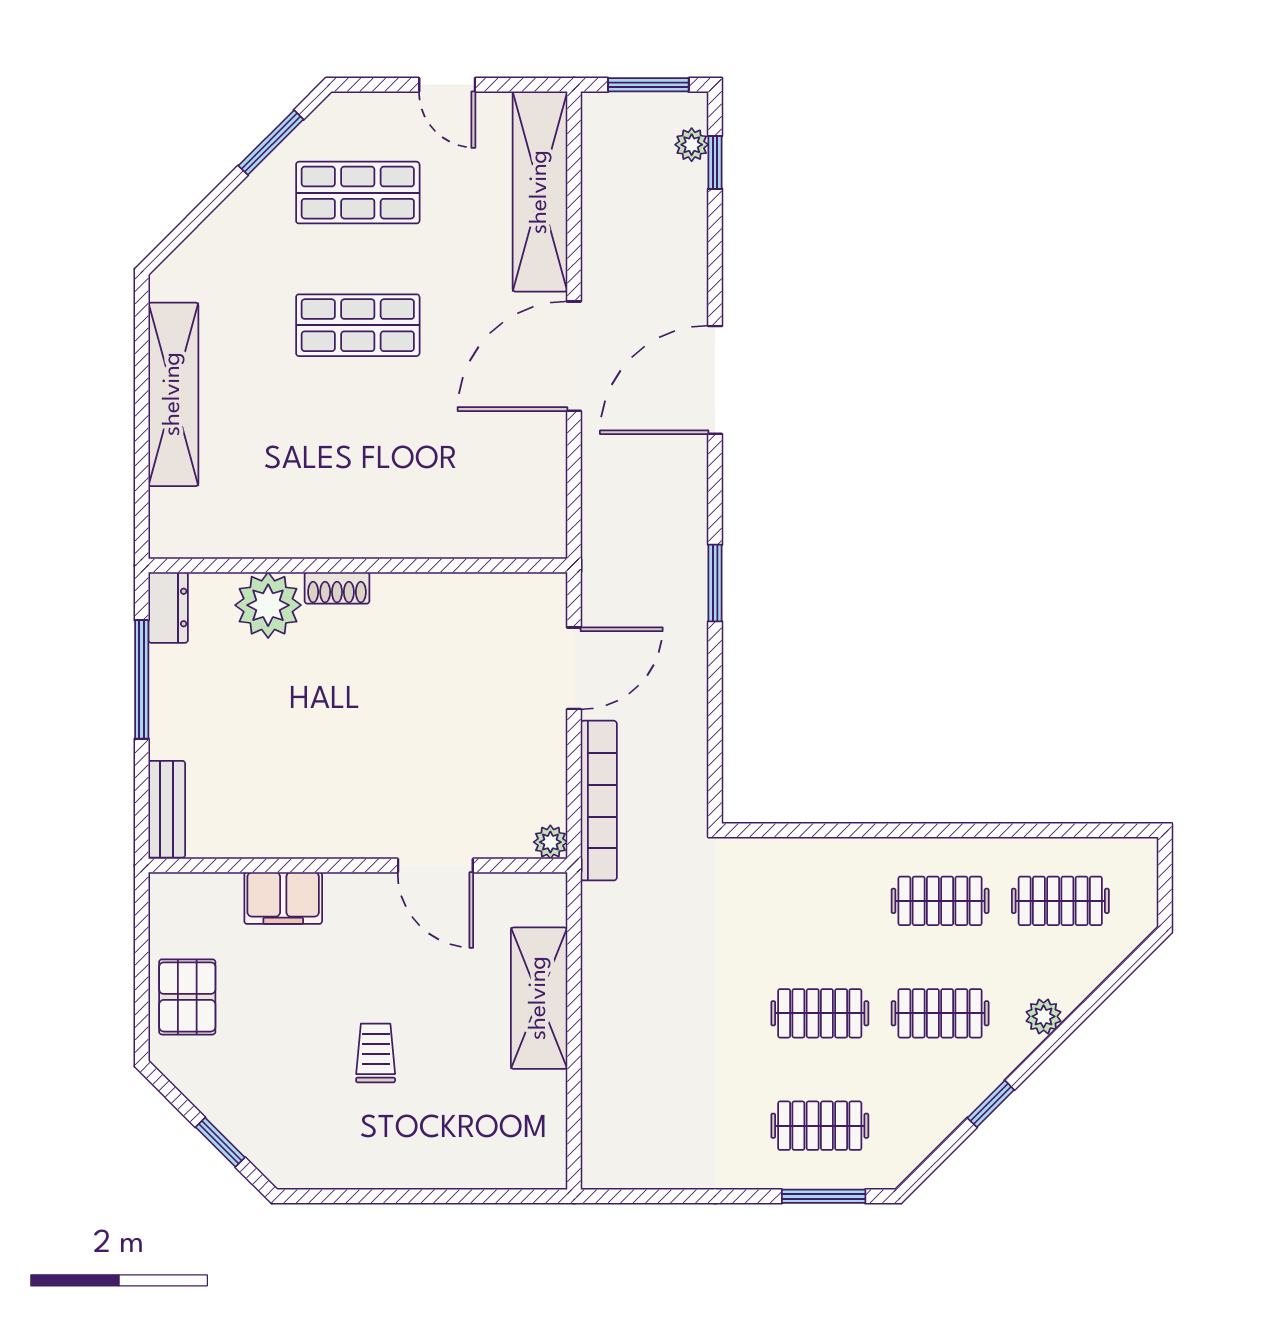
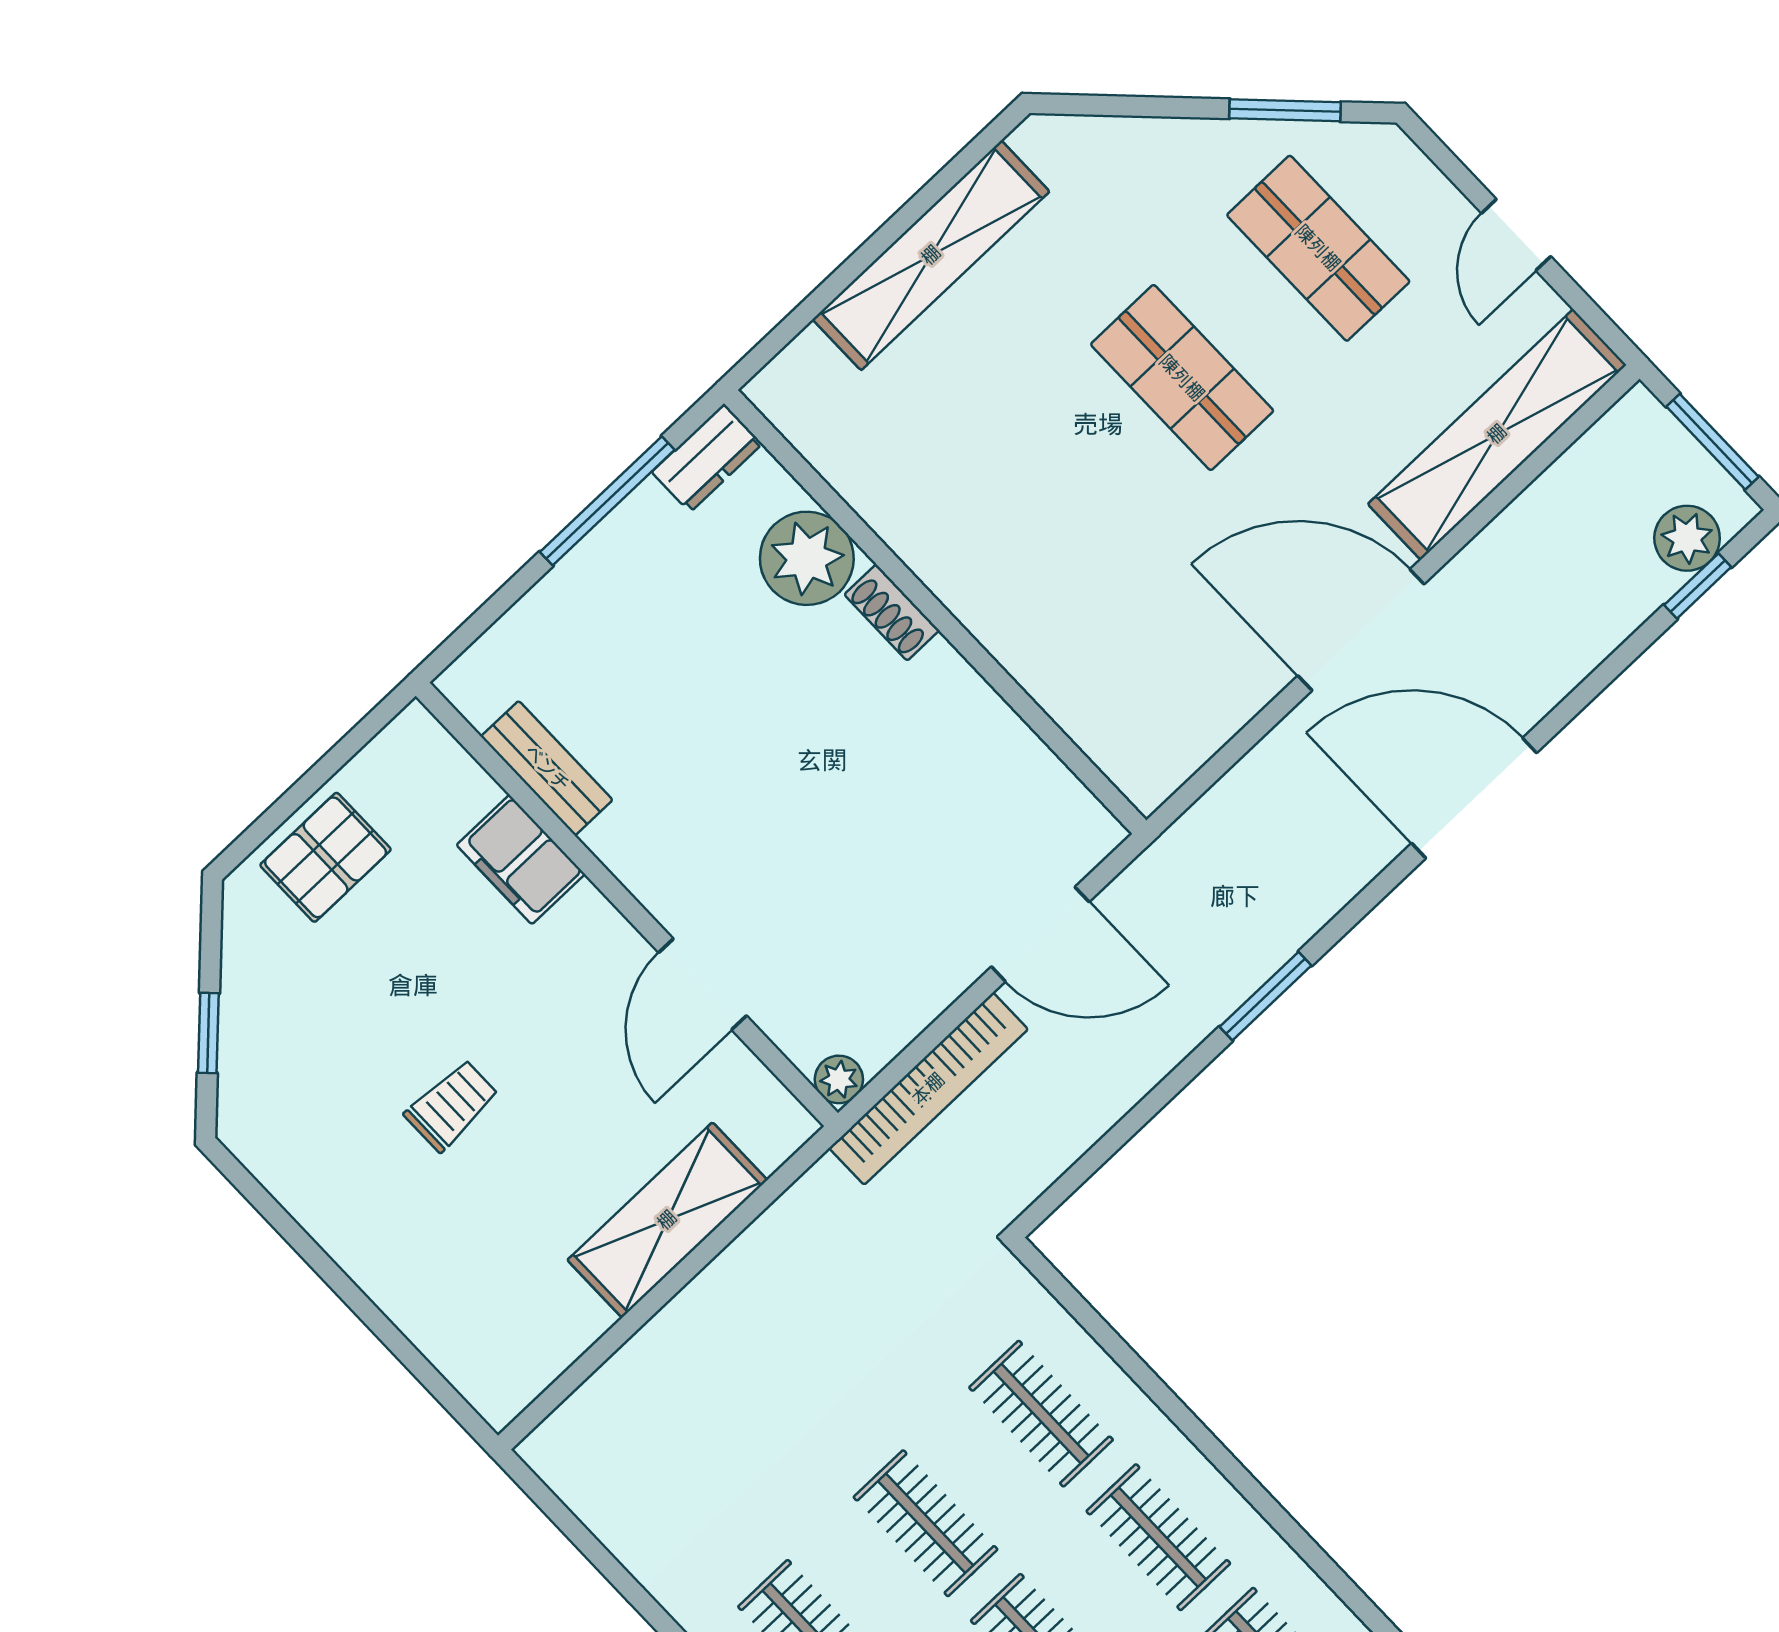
plant: (692, 145) -> (1687, 538), width x1.38, depth x1.38
bench: (167, 809) -> (547, 768), moved, turned 90
clothes rail: (820, 901) -> (1041, 1414), added

